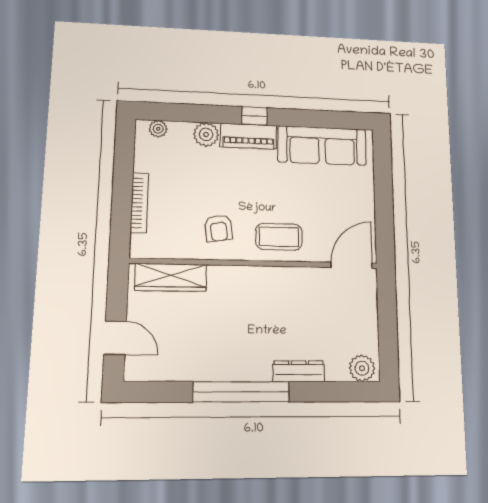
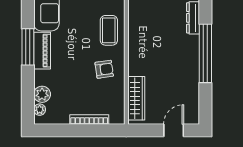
window: (254, 116) -> (28, 47), width x2.17
plant: (206, 134) -> (42, 94), moved

